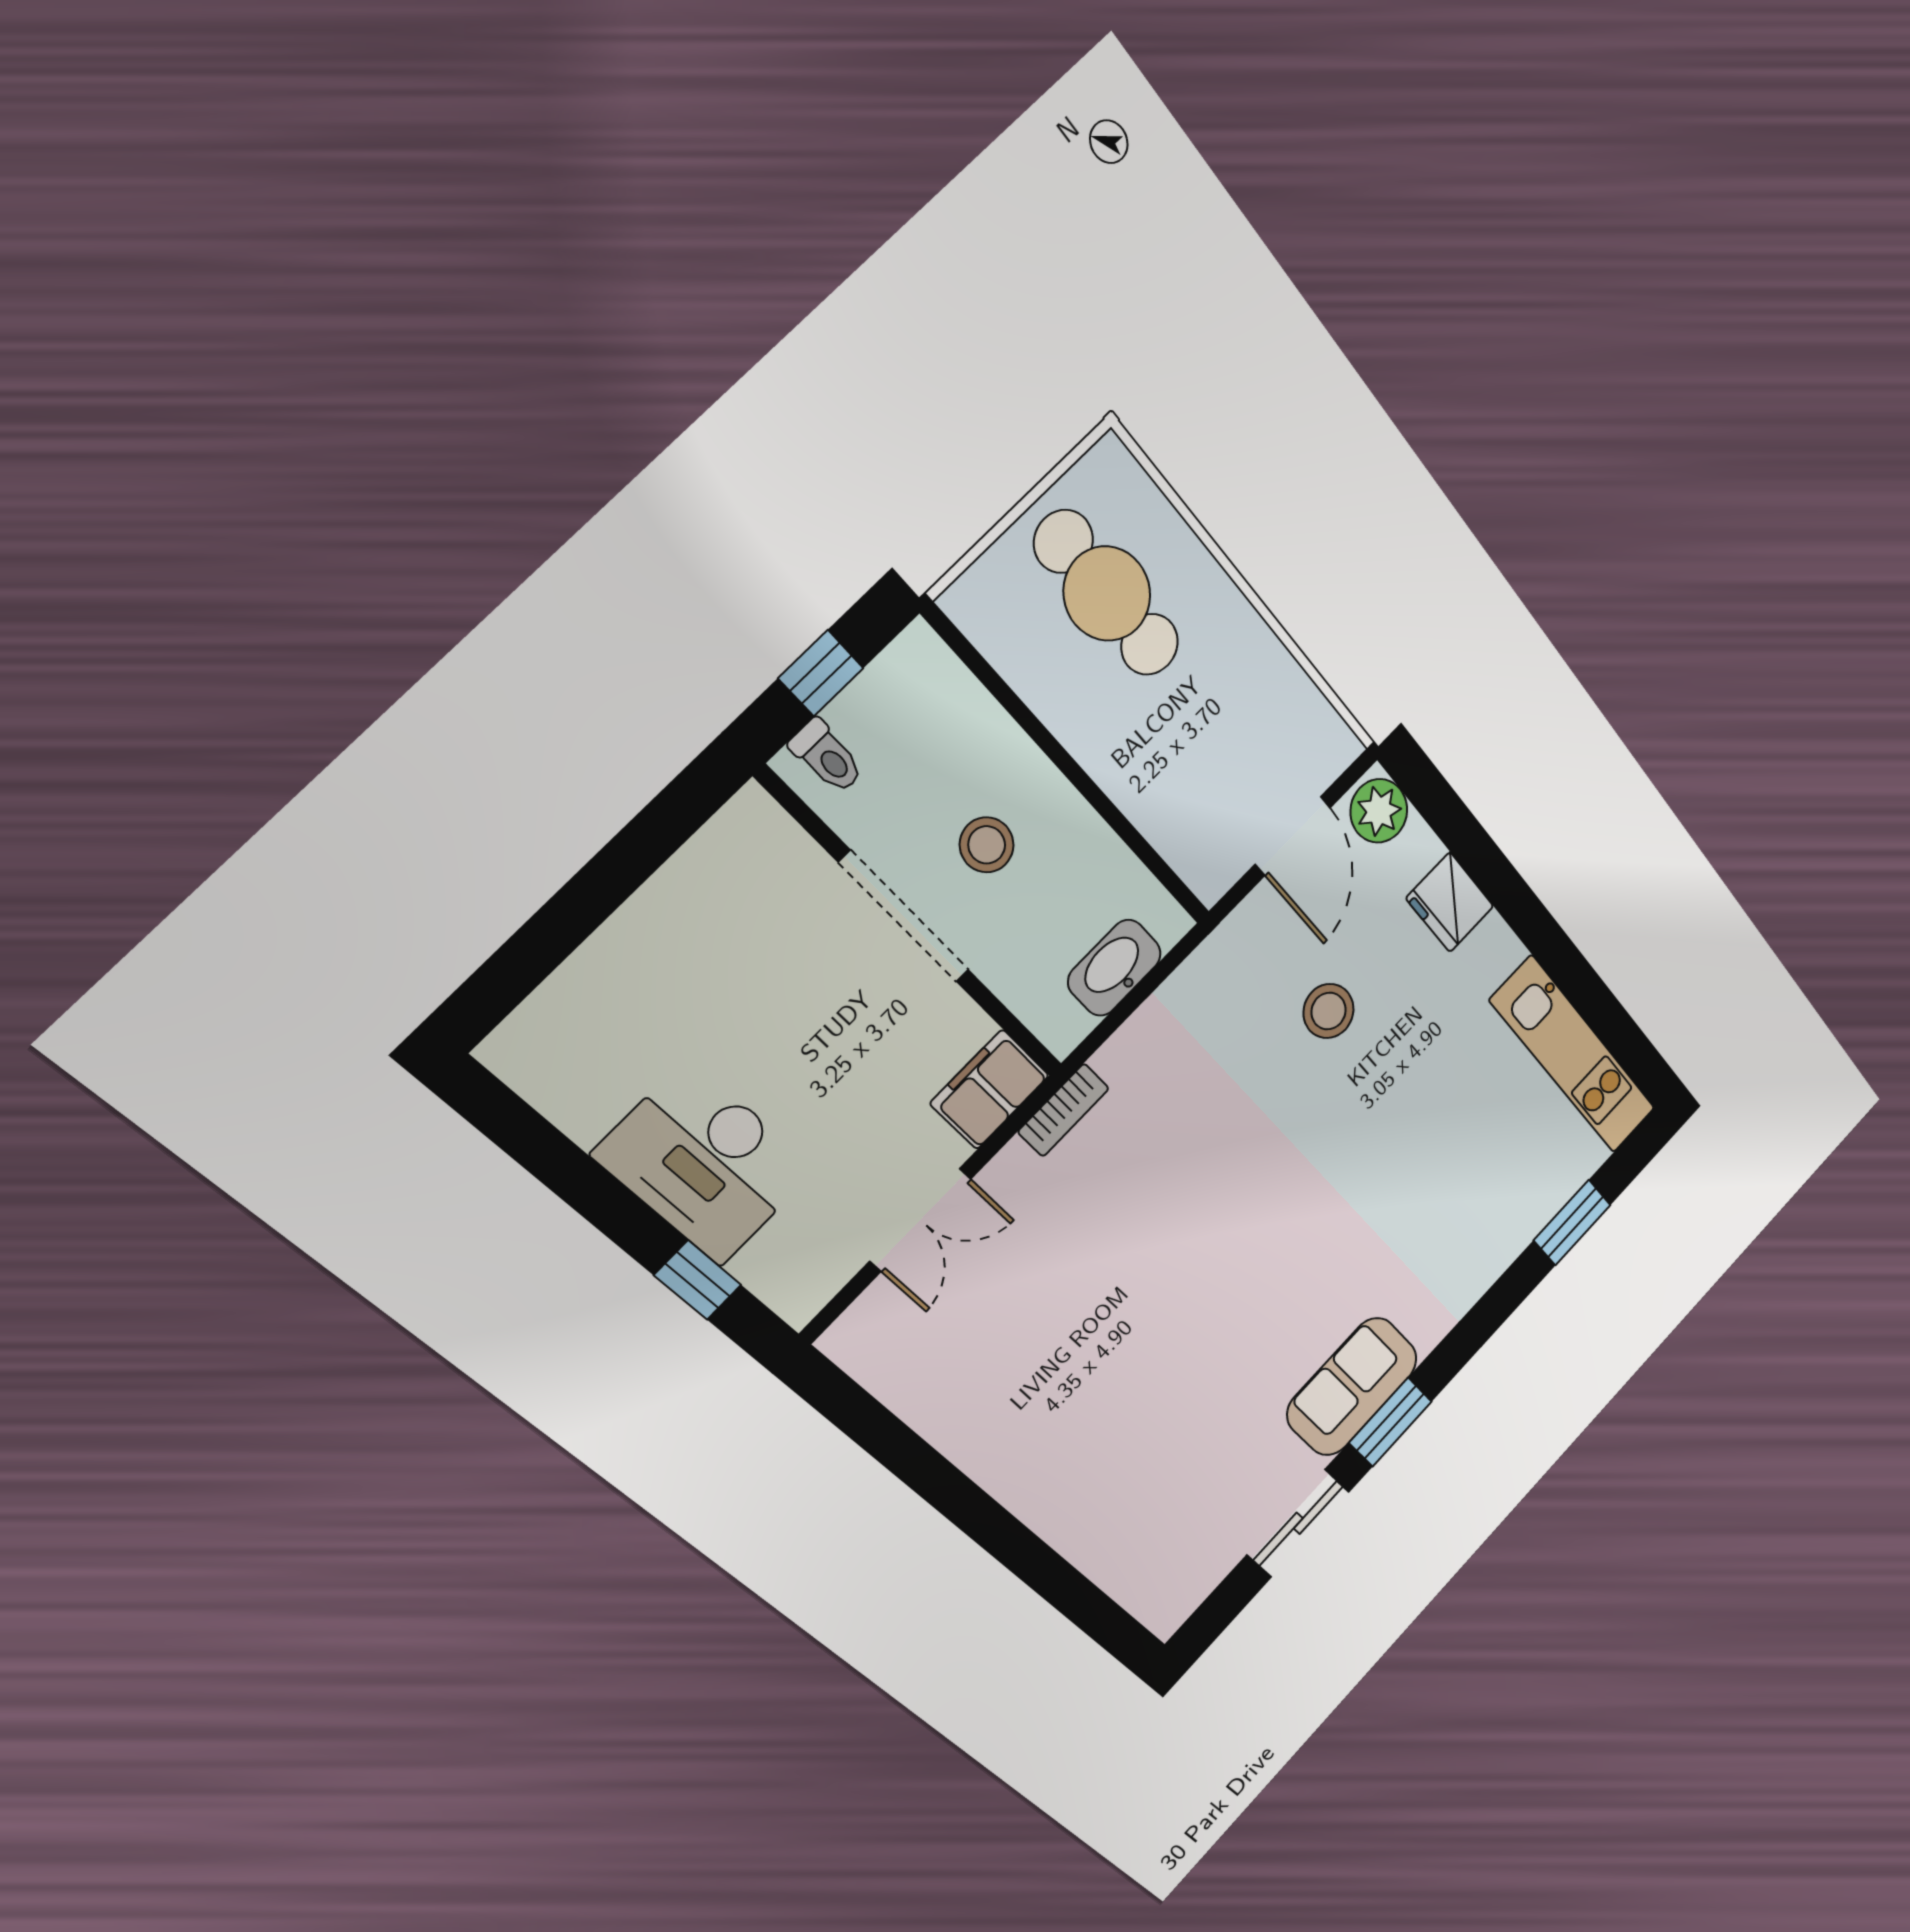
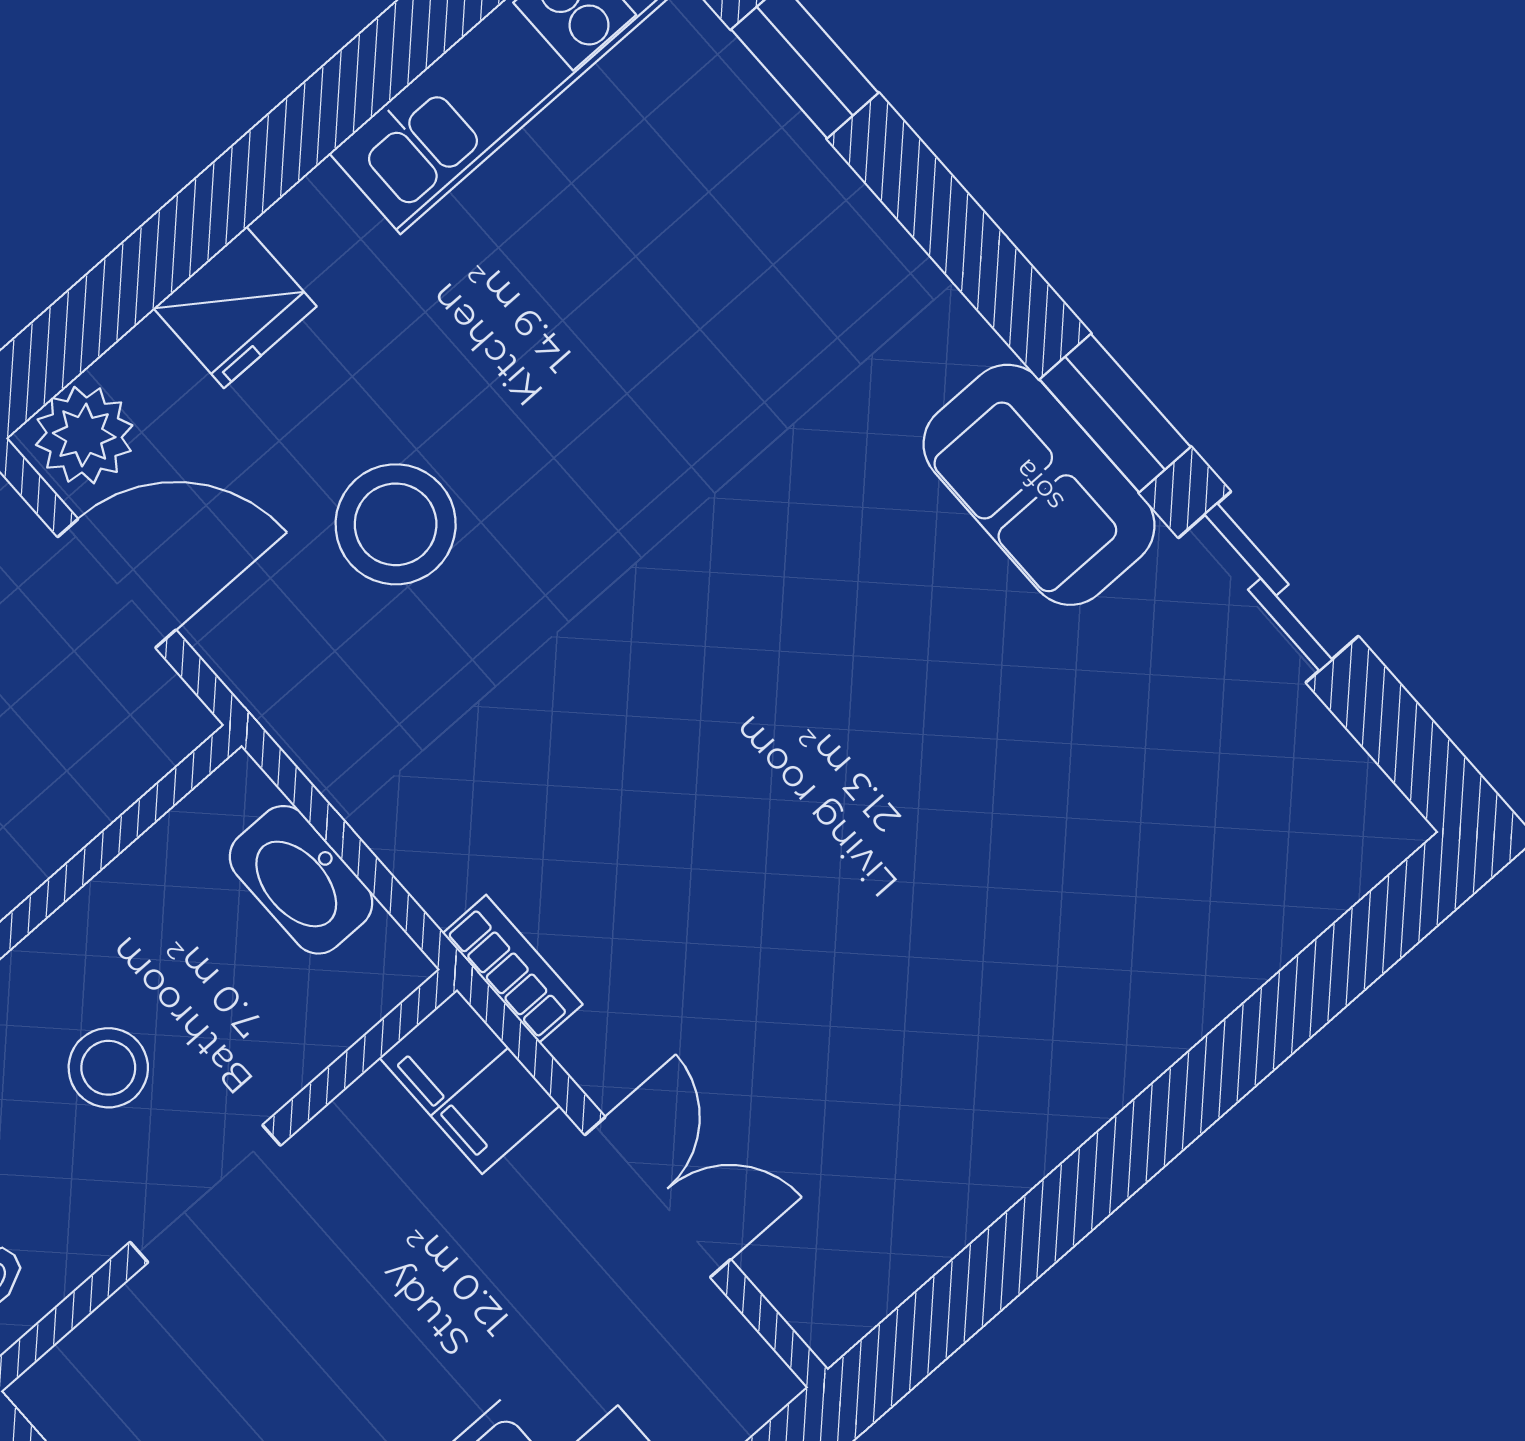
doorway: (904, 917) -> (205, 1194), width x0.73
stool: (1329, 1011) -> (396, 524), width x1.38, depth x1.38

